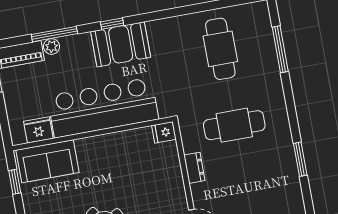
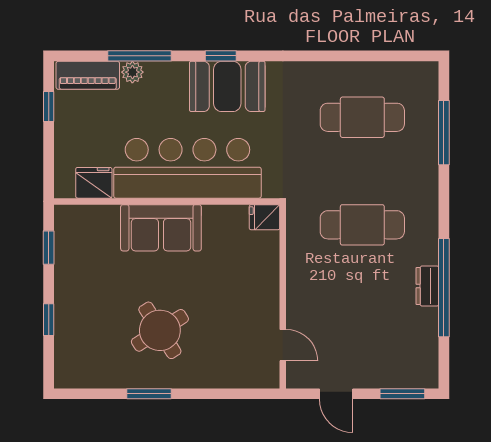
cafe table: (220, 49) -> (362, 117), turned 90
window: (300, 159) -> (444, 288), width x2.11
sofa: (48, 161) -> (161, 228), moved
dresser: (194, 168) -> (427, 286), moved, turned 180

